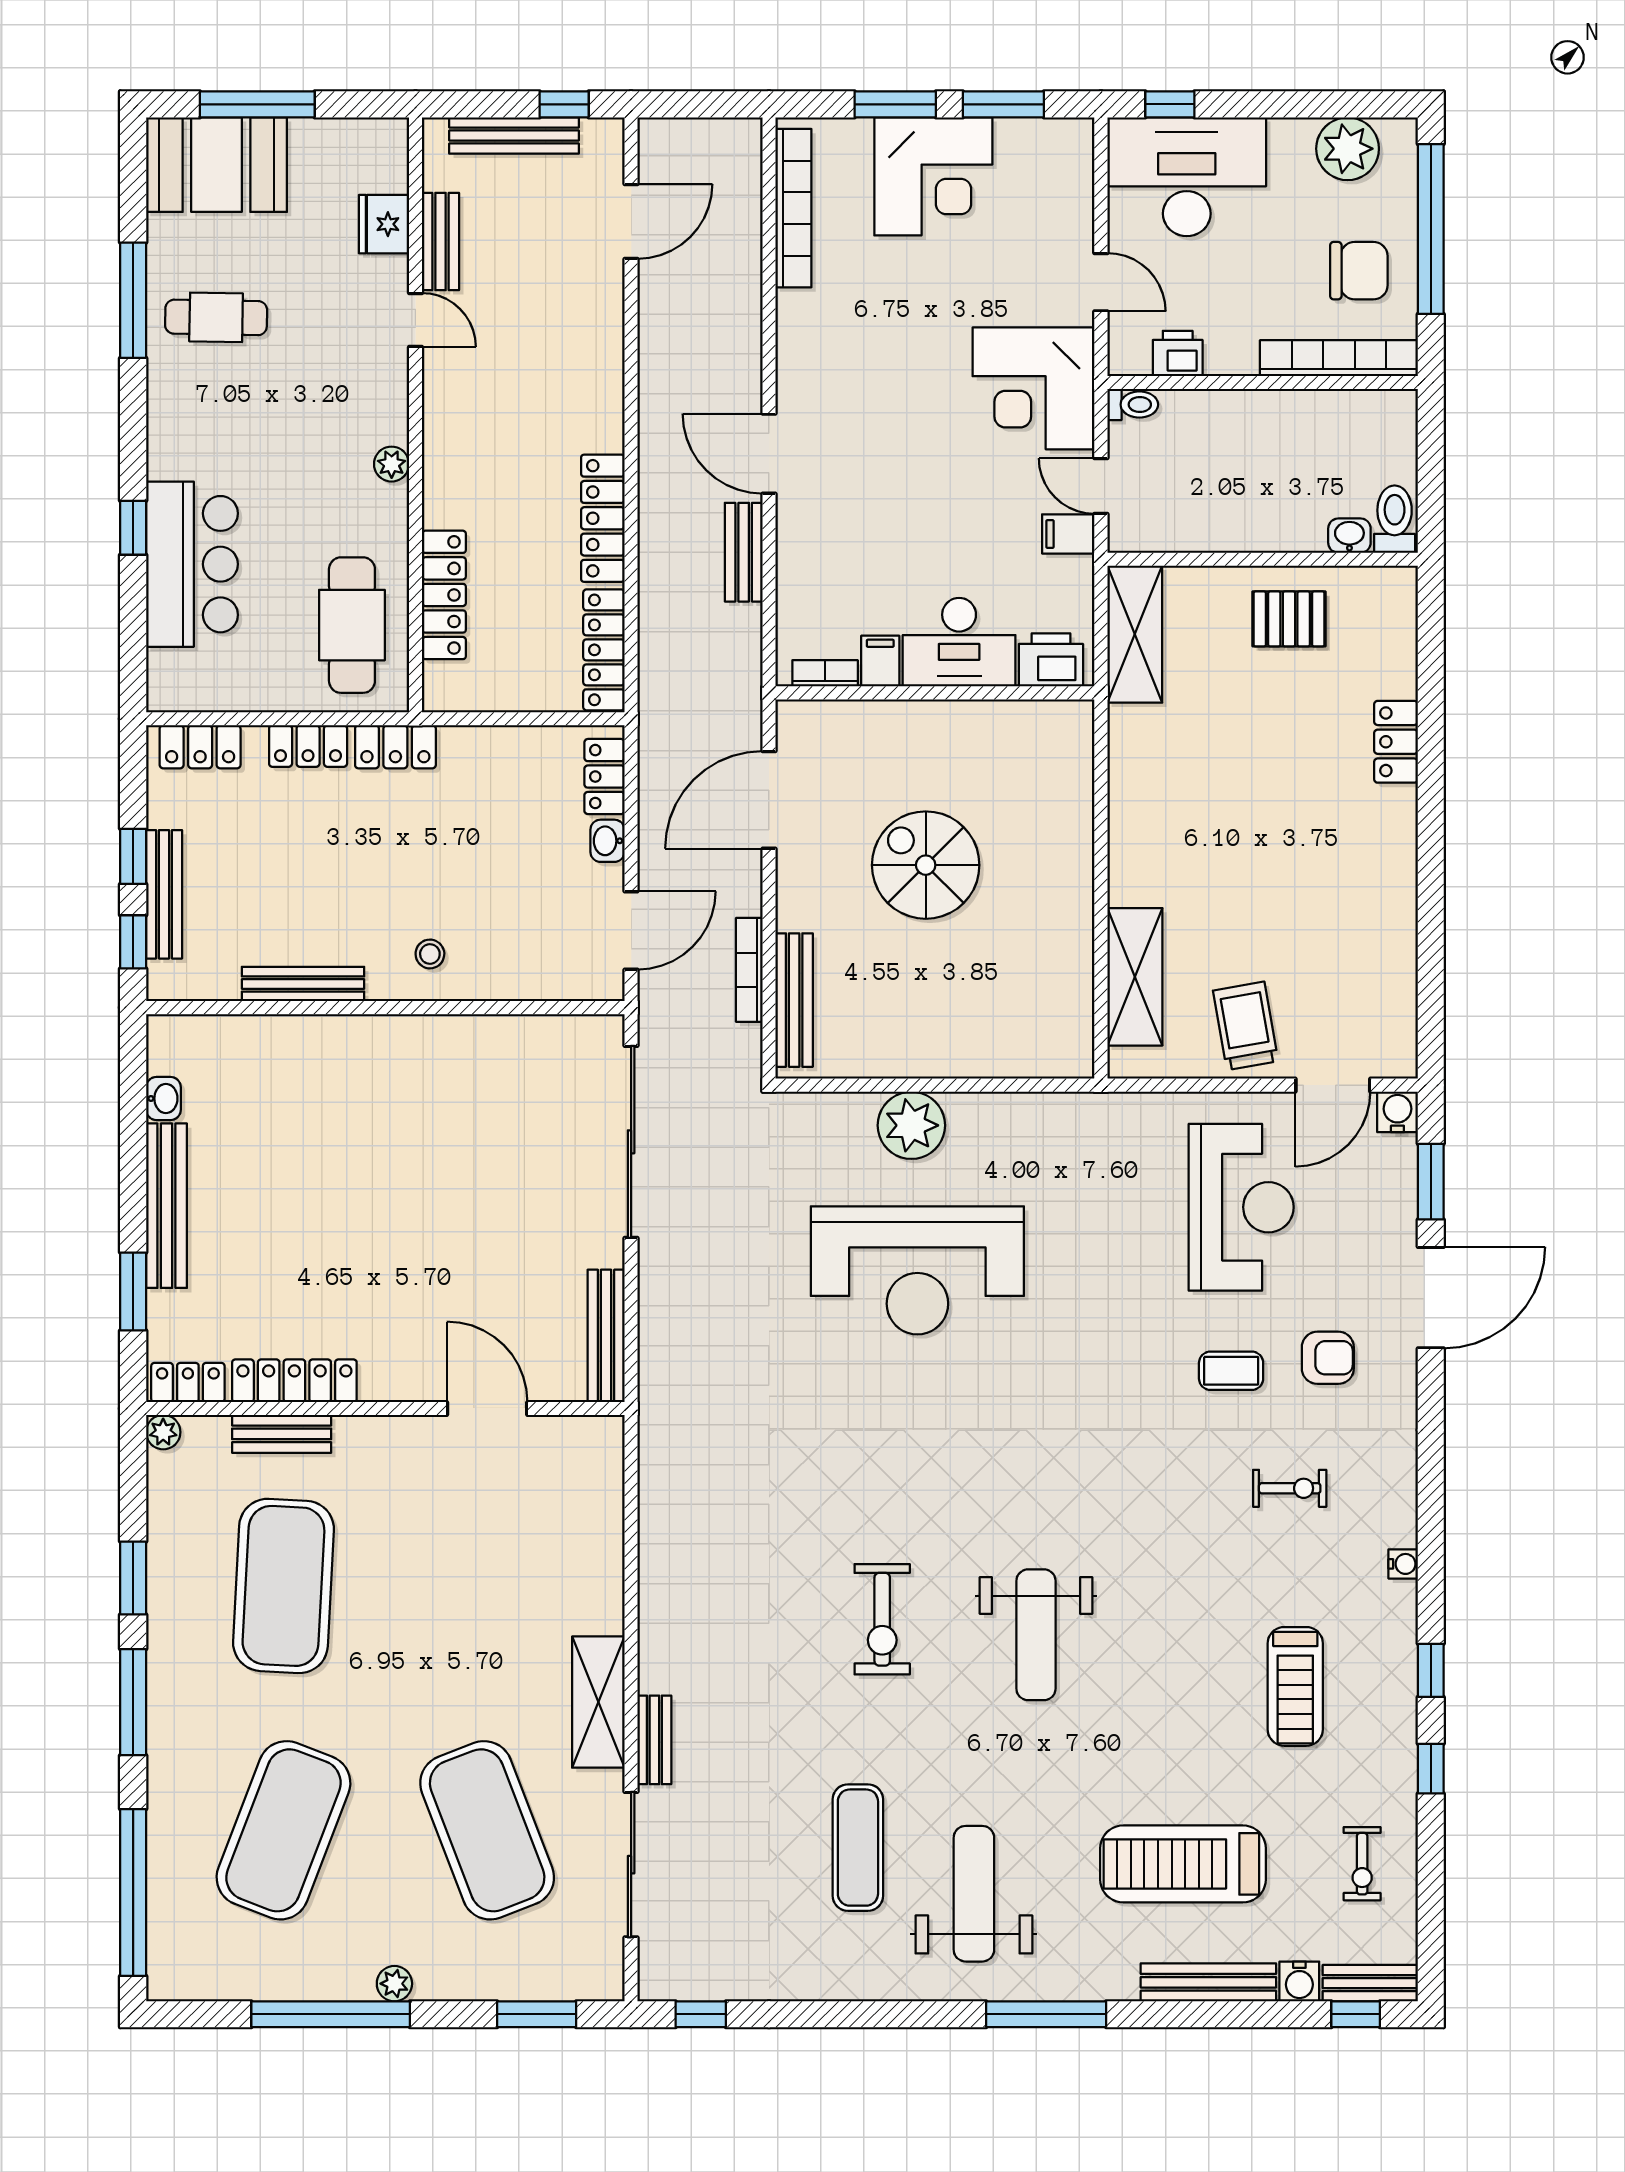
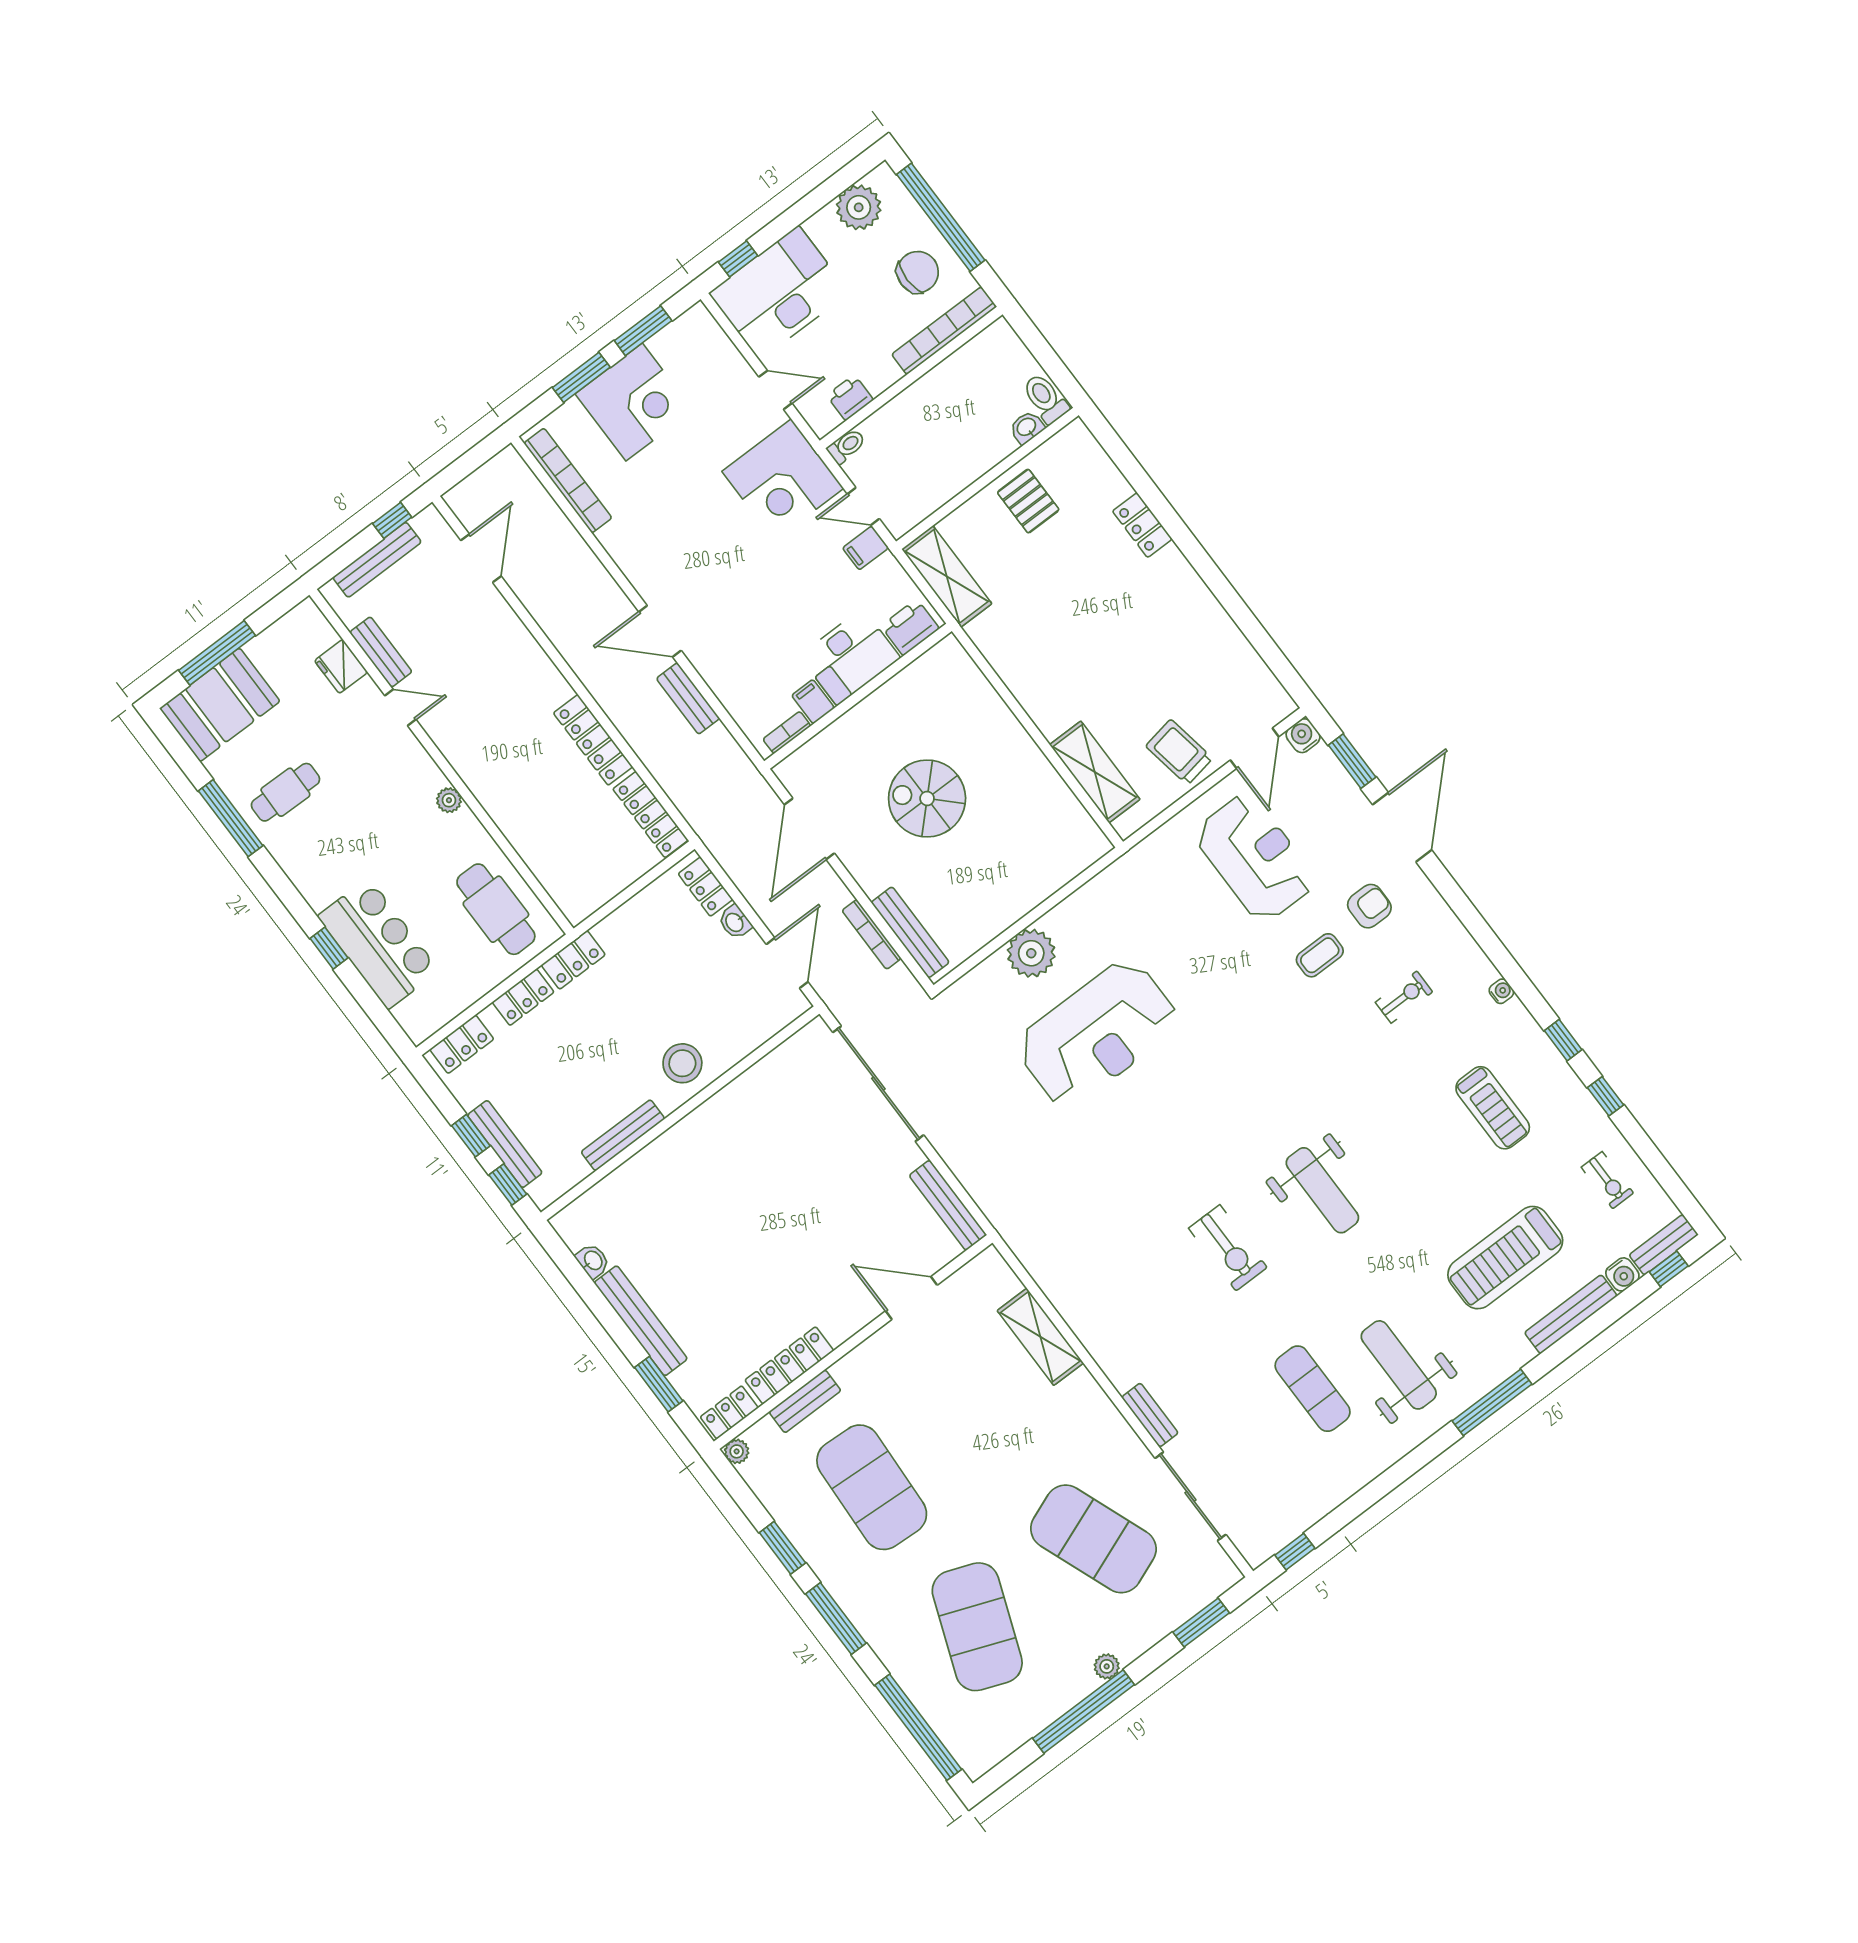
locker: (444, 595) -> (535, 852), removed
pallet: (1289, 619) -> (1028, 501), turned 90
stool: (430, 954) -> (682, 1063), width x1.89, depth x1.89
shelving: (598, 1702) -> (1040, 1337), moved

